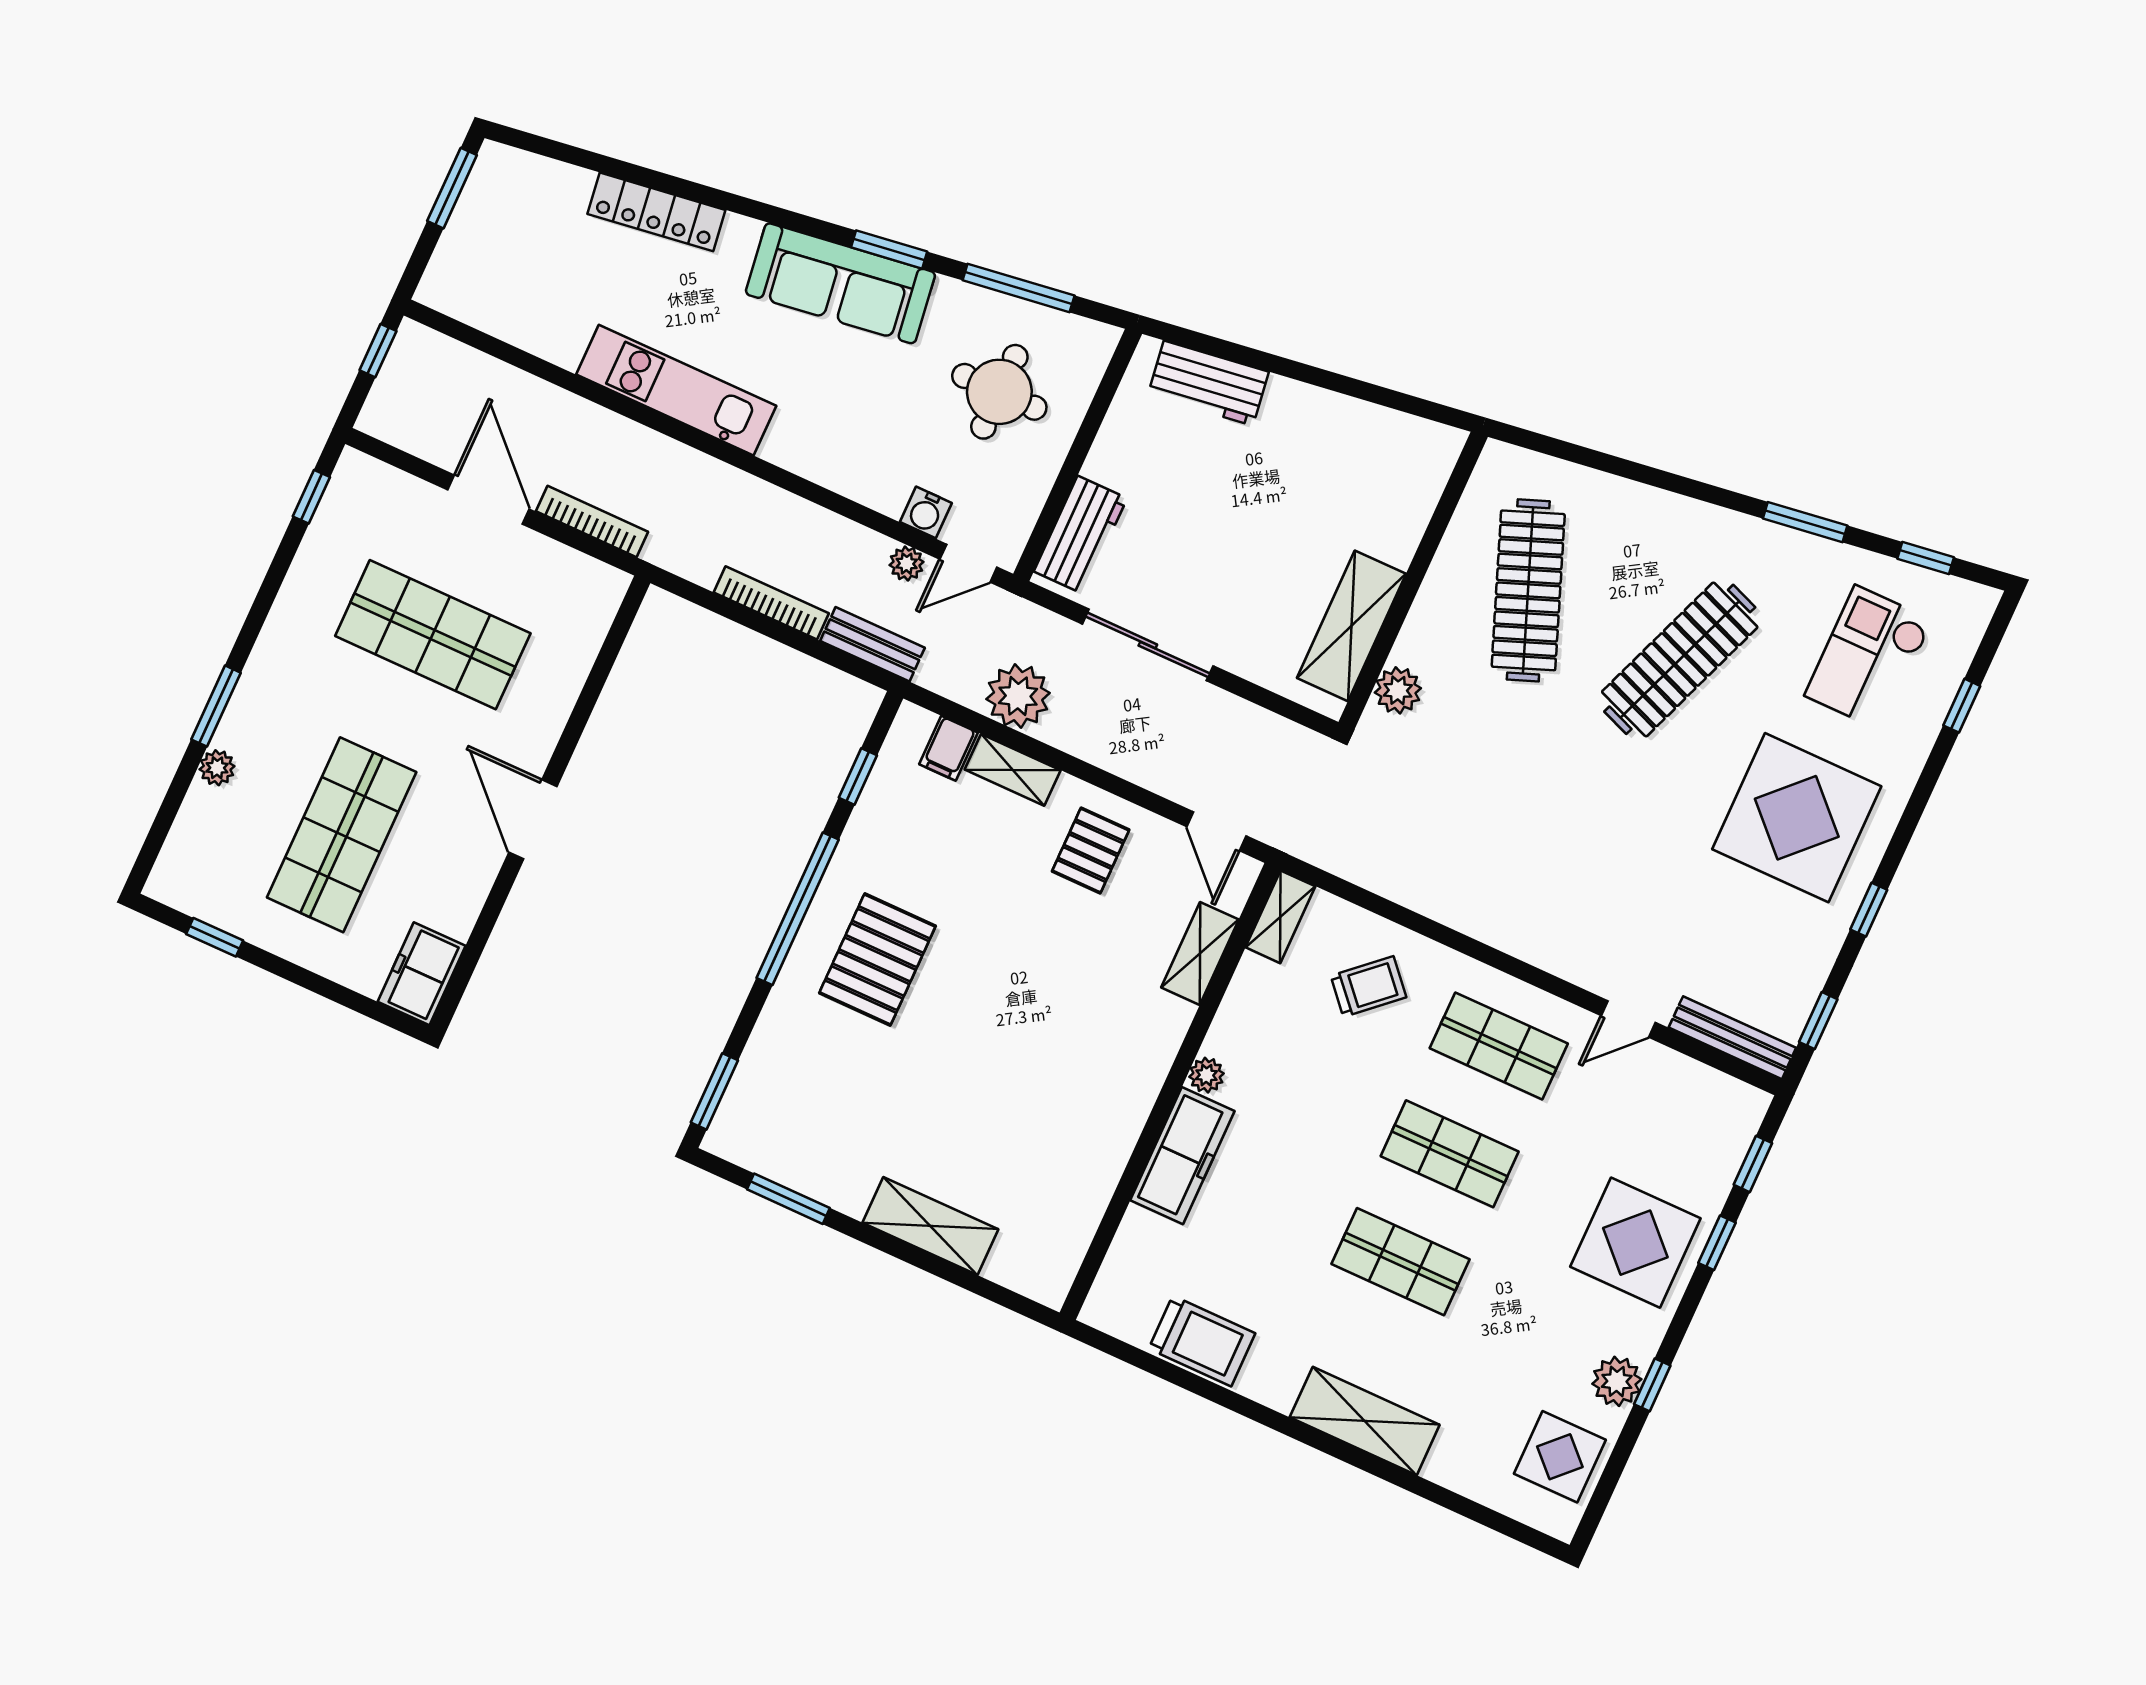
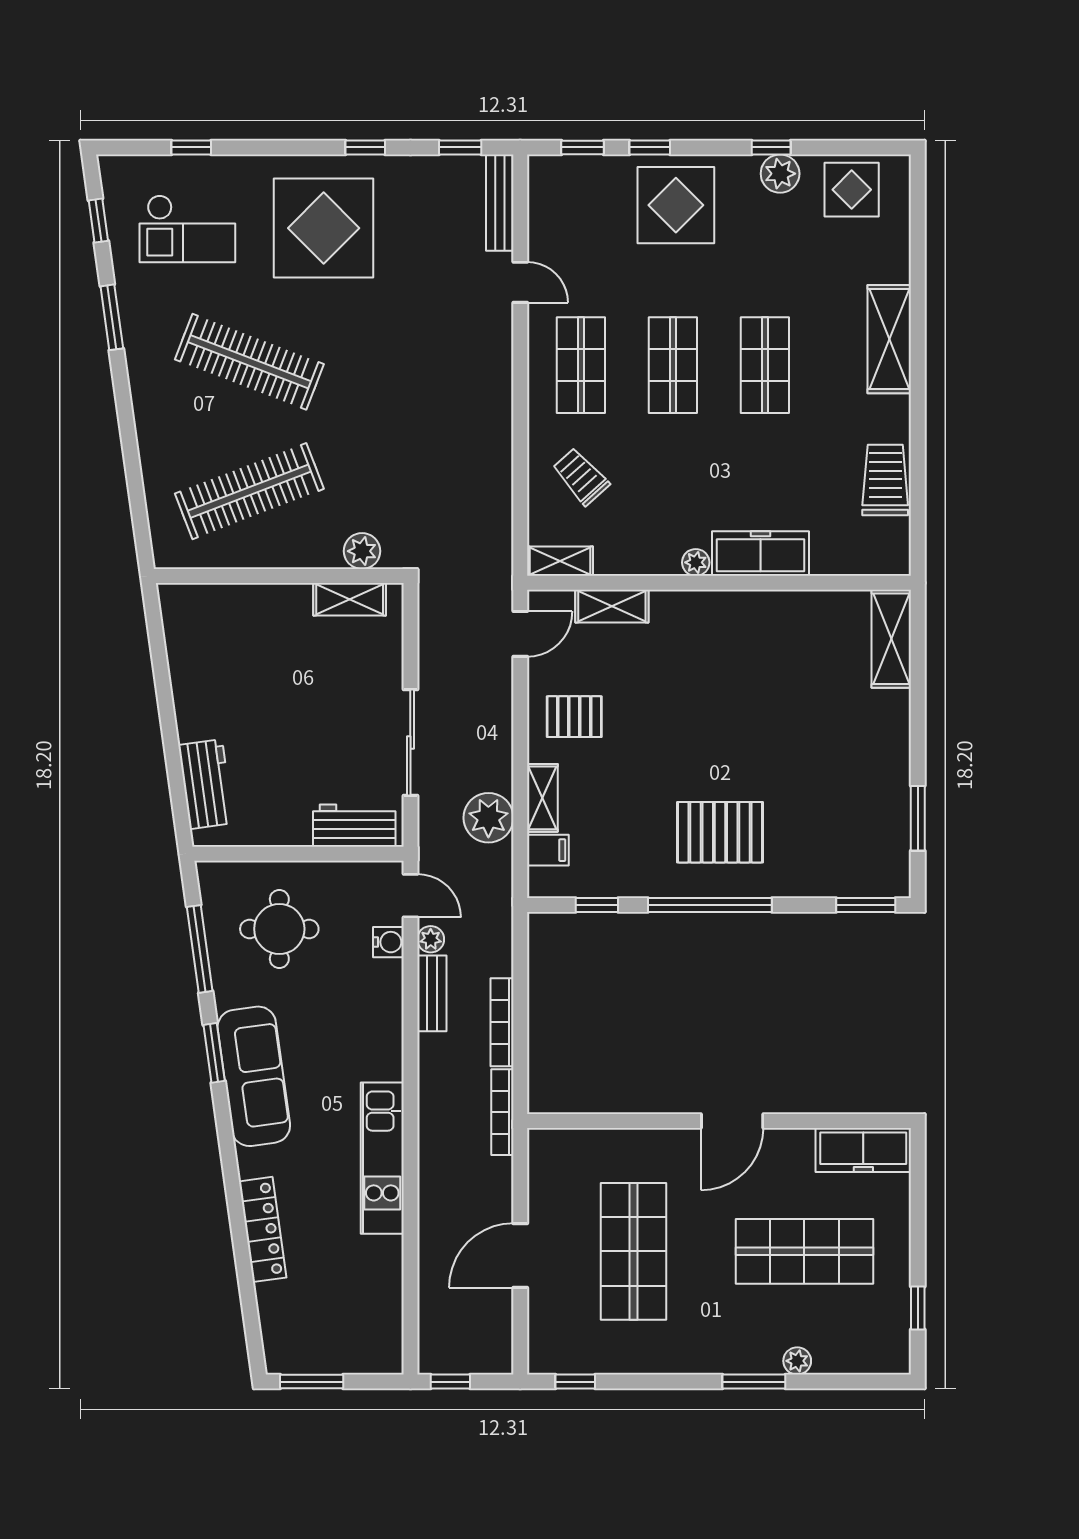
bookcase: (592, 522) -> (502, 1112), moved
shelving: (1351, 626) -> (350, 599), width x0.67, depth x0.75
bench: (872, 644) -> (432, 993), moved
freezer: (422, 974) -> (863, 1150), width x1.40
shelving: (930, 1226) -> (891, 639), moved

